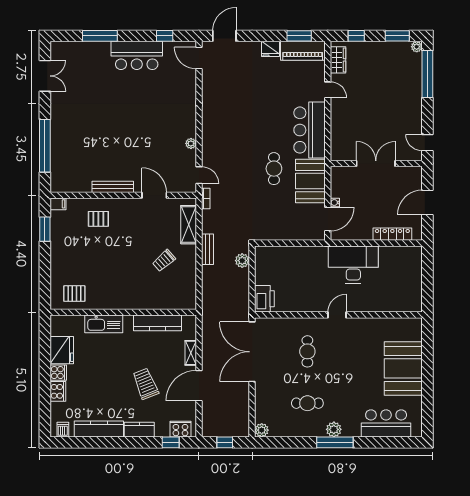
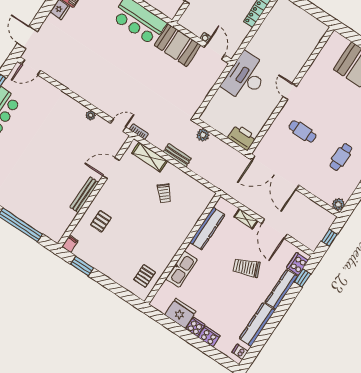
cafe table: (274, 169) -> (150, 66), removed
desk: (353, 264) -> (246, 77), moved
kitchen counter: (139, 430) -> (281, 289), width x1.50

